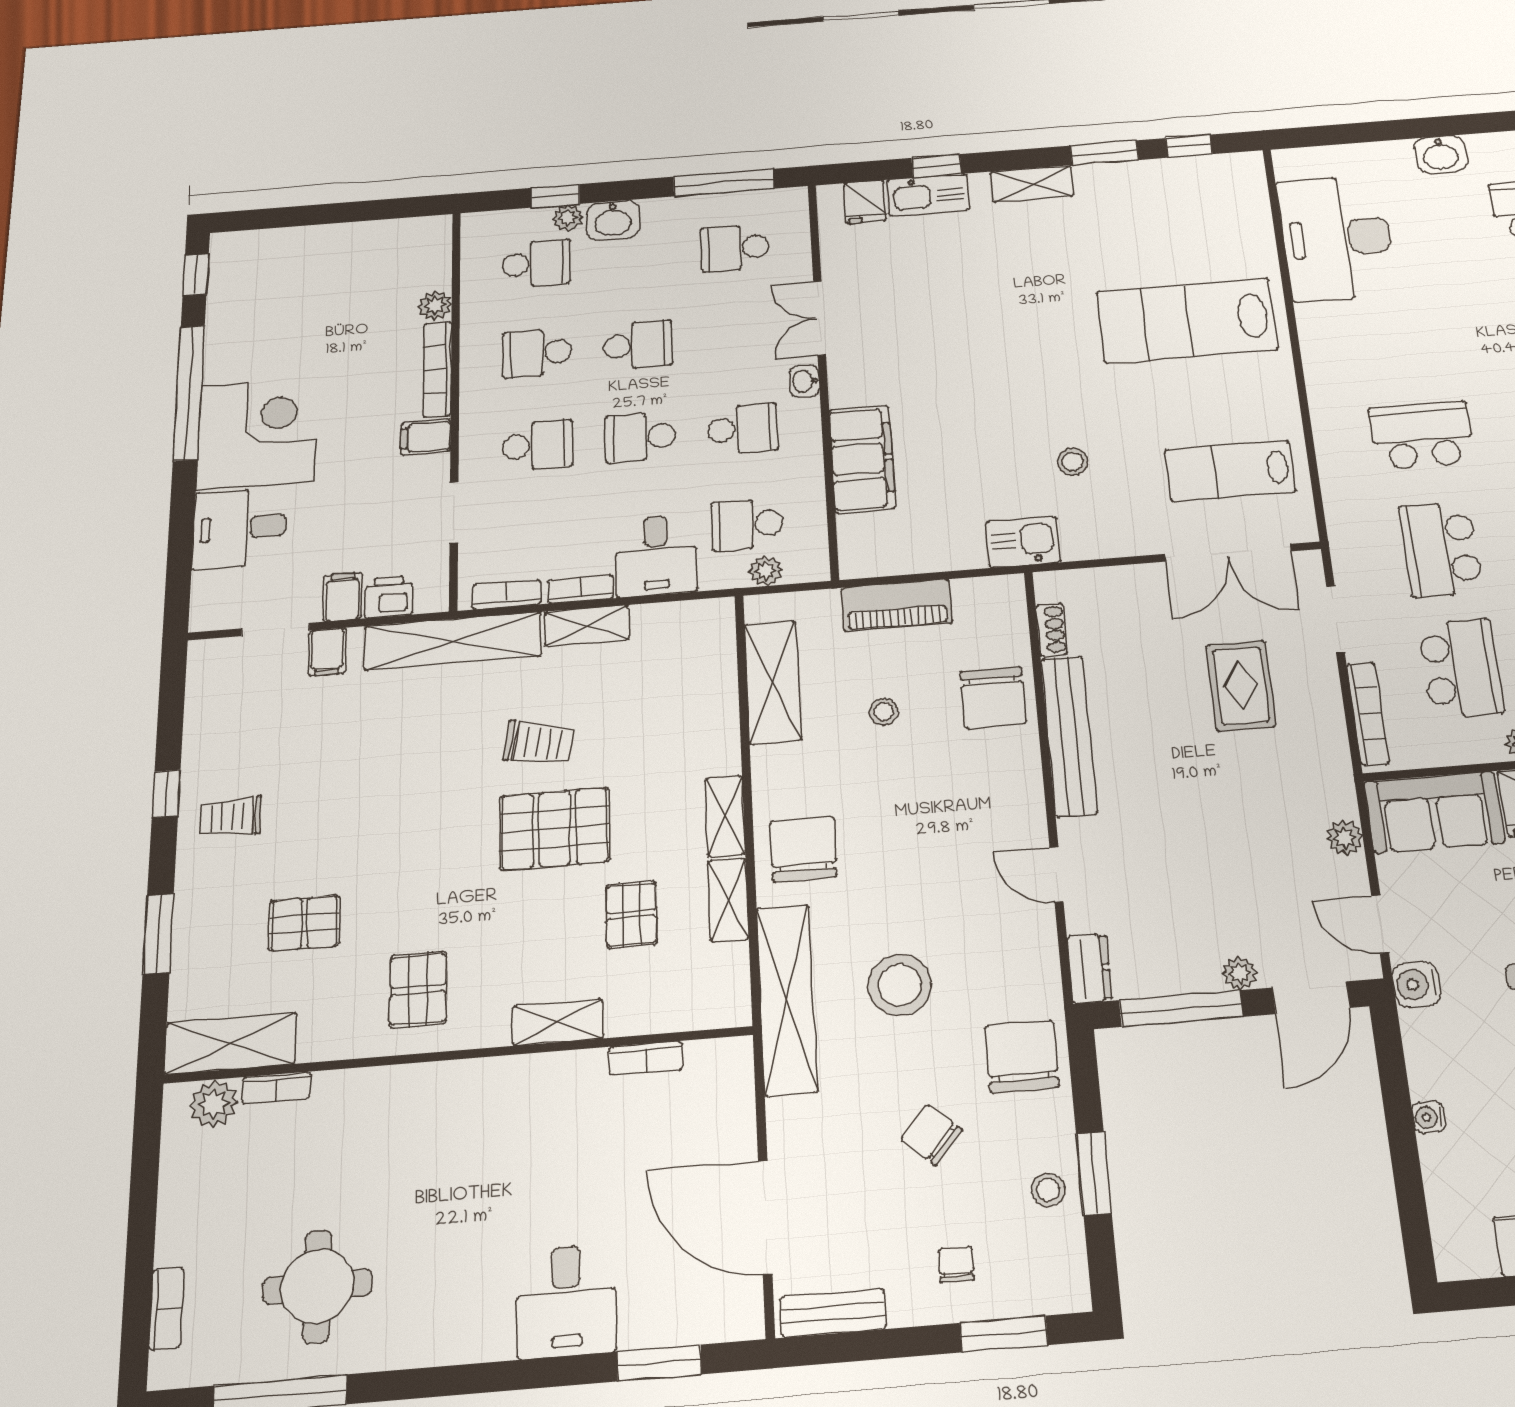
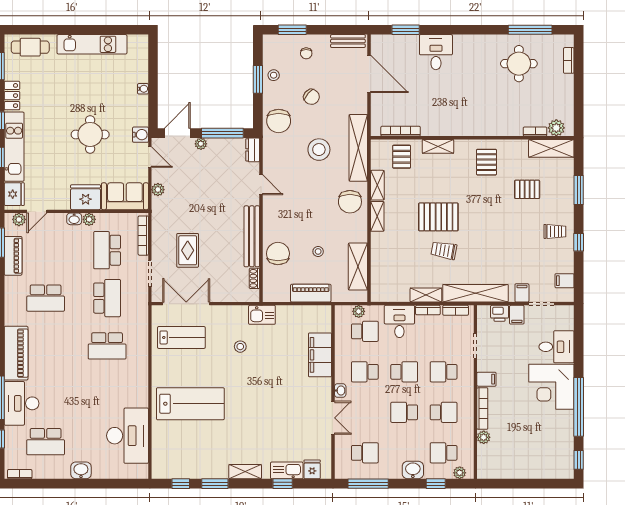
plant: (568, 218) -> (460, 473), moved
filing cabinet: (210, 692) -> (564, 281), added
pallet: (631, 914) -> (402, 157), moved
bookcase: (646, 1058) -> (401, 131), width x1.56

